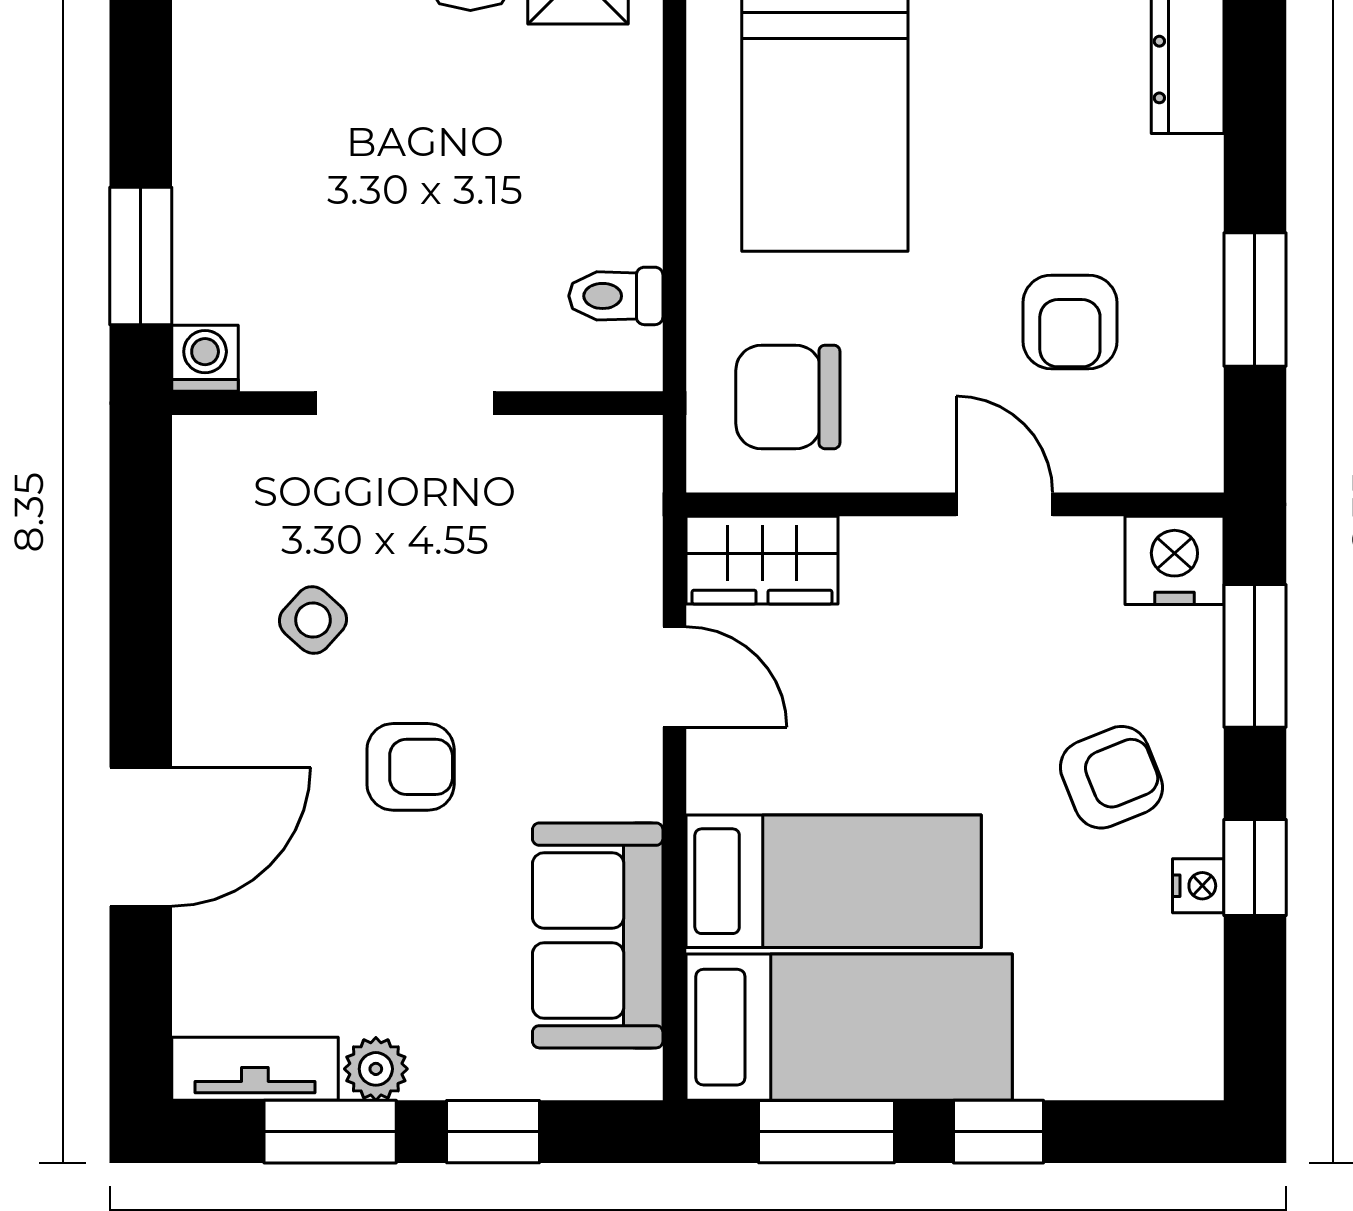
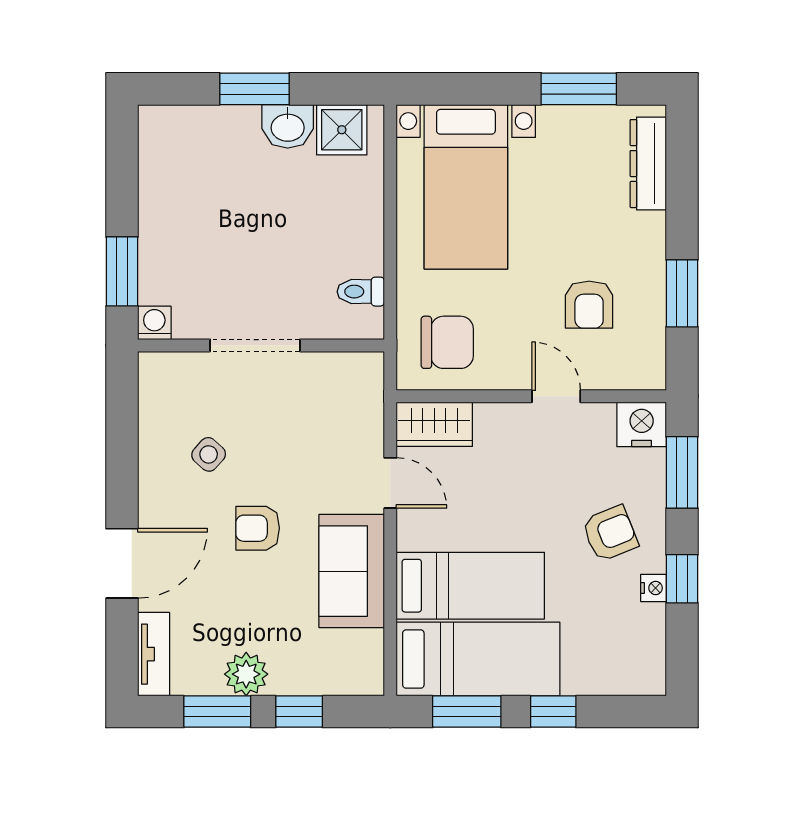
chair: (788, 397) -> (447, 342), turned 180
armchair: (411, 767) -> (258, 528), turned 180
sofa: (598, 935) -> (352, 571), moved
tv unit: (255, 1069) -> (154, 654), moved, turned 90
plant: (376, 1069) -> (246, 674), width x1.38, depth x1.38

